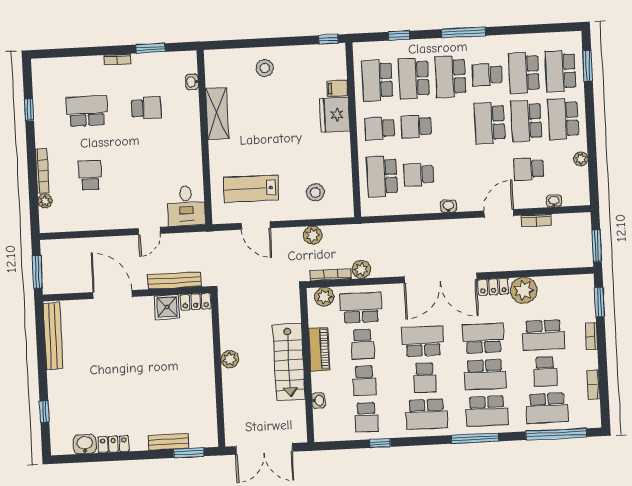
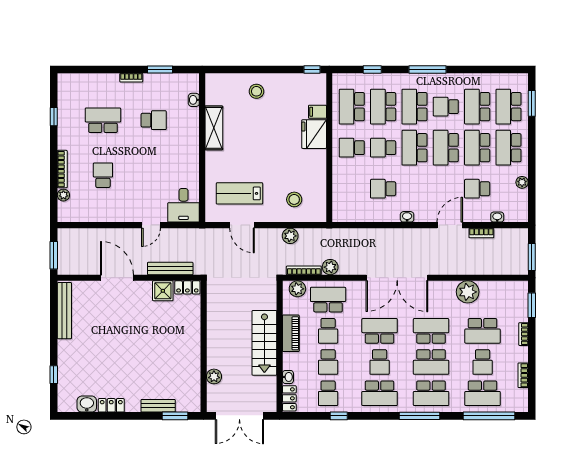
school desk: (382, 176) -> (414, 148), moved
locker: (493, 287) -> (289, 398), moved, turned -90
plant: (230, 359) -> (214, 376), moved

